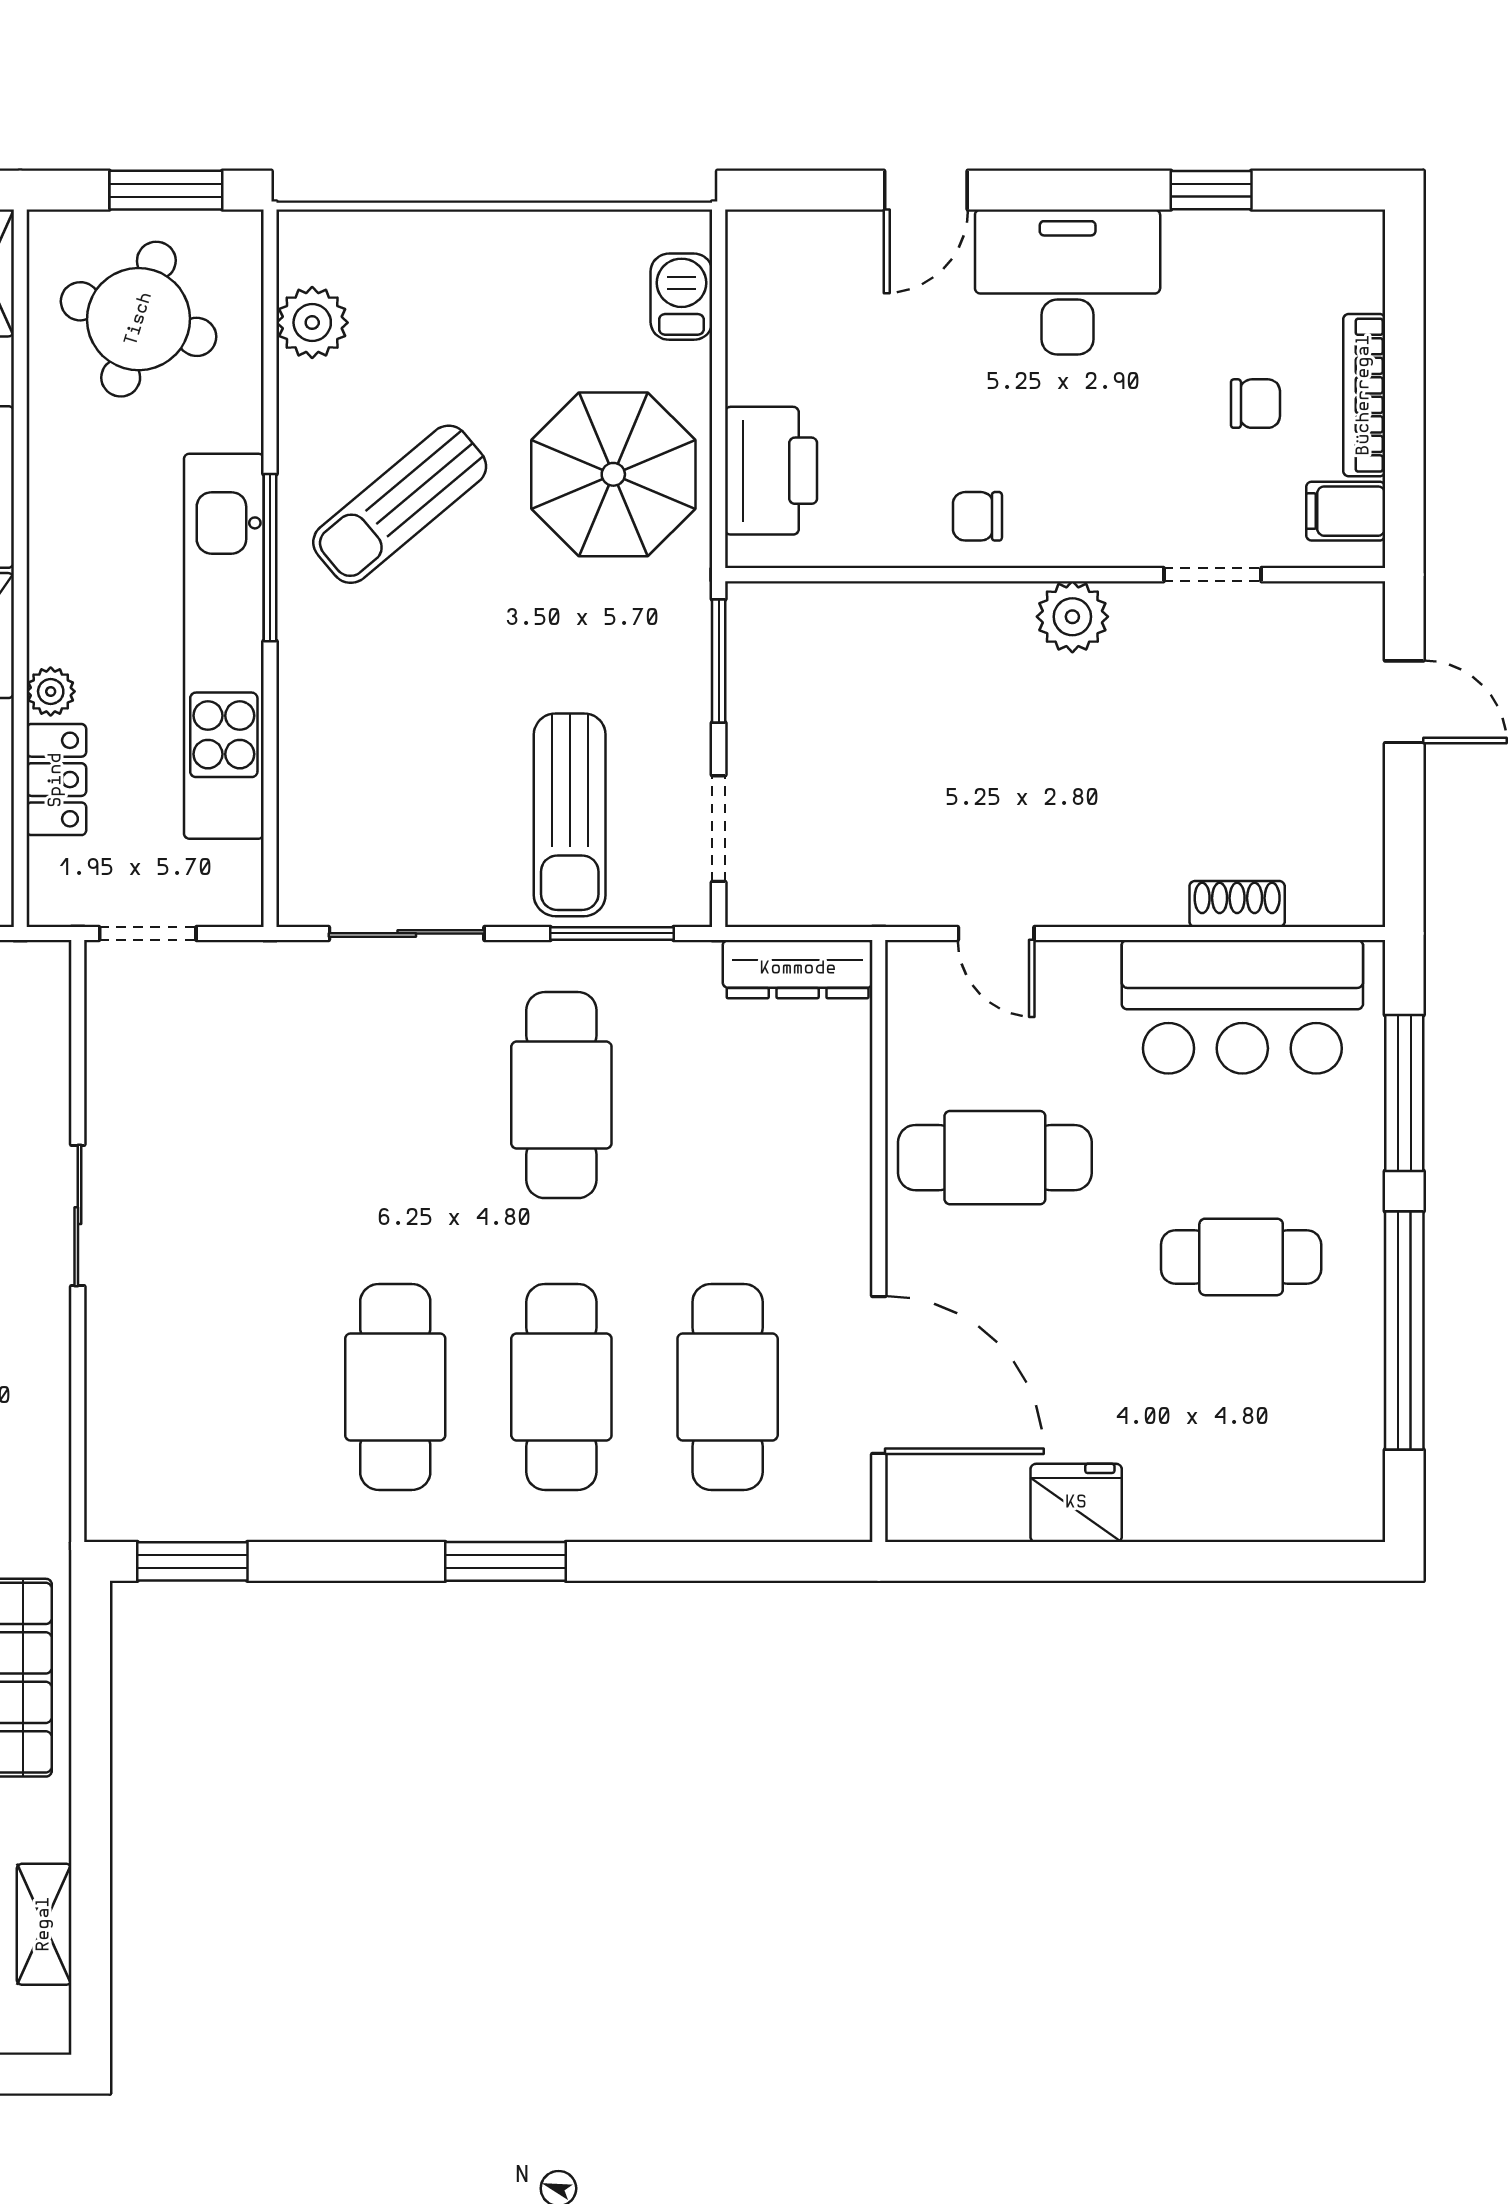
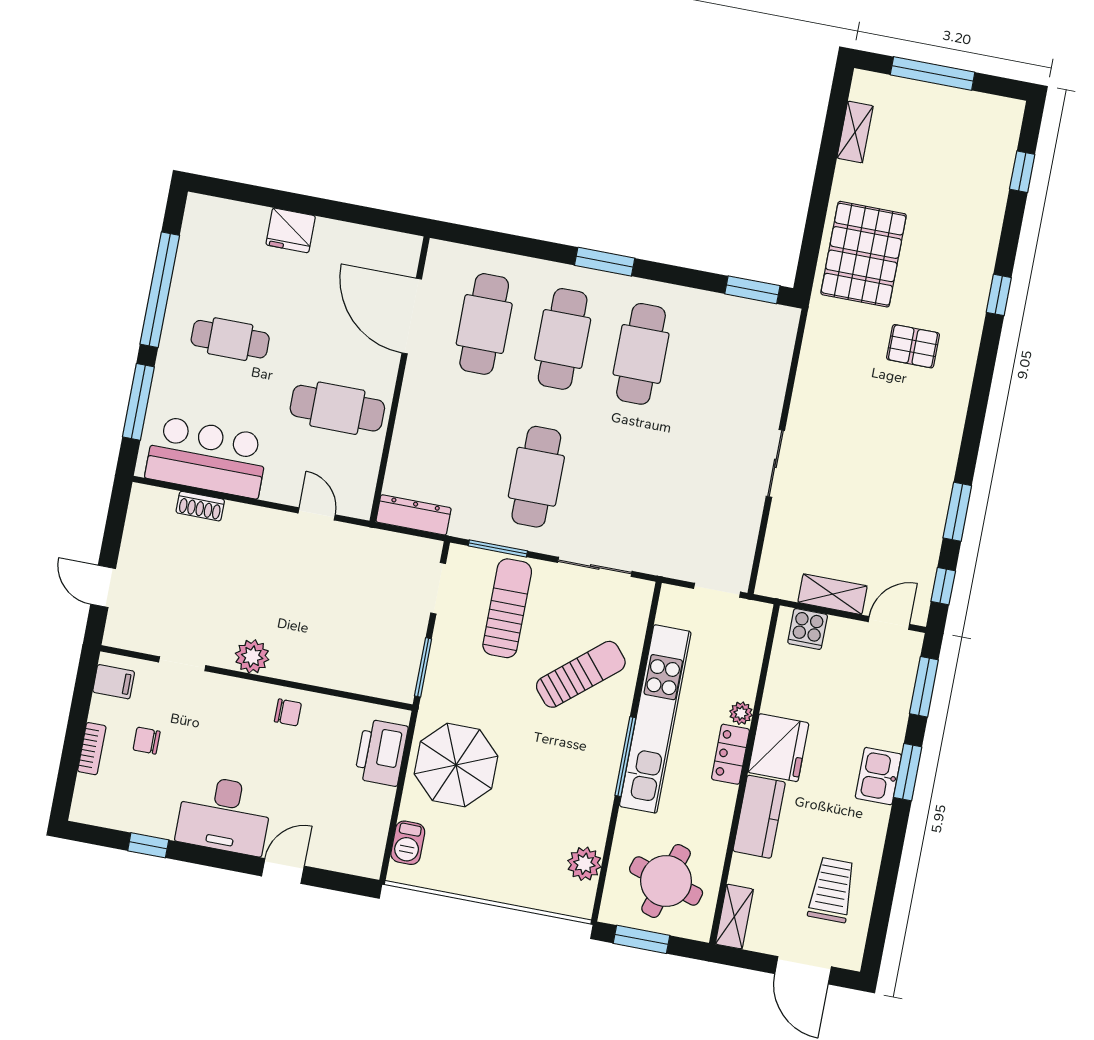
bookcase: (1364, 395) -> (92, 749), width x0.64
sun lounger: (400, 504) -> (581, 674), moved
locker: (56, 780) -> (730, 754), moved
fridge: (1076, 1503) -> (291, 230), moved

